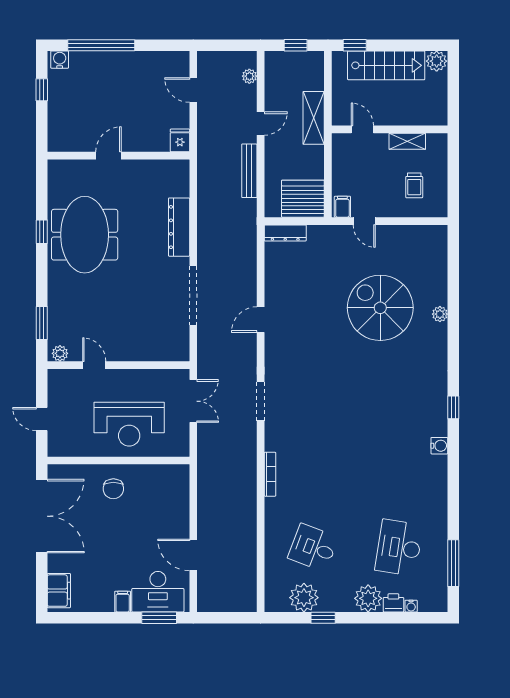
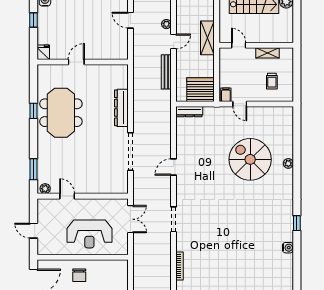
plant: (249, 76) -> (166, 24), moved
fridge: (180, 140) -> (43, 52), moved

